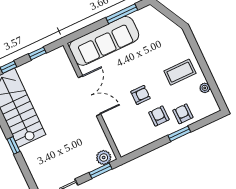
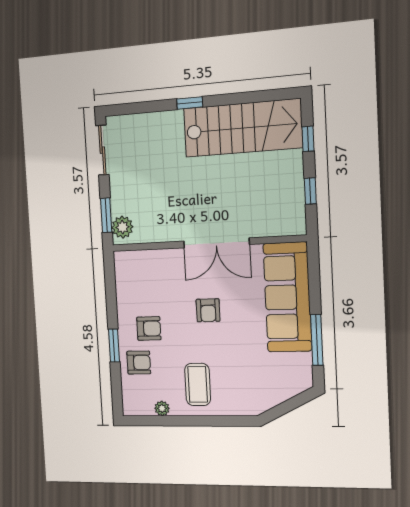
armchair: (141, 95) -> (208, 310), moved

